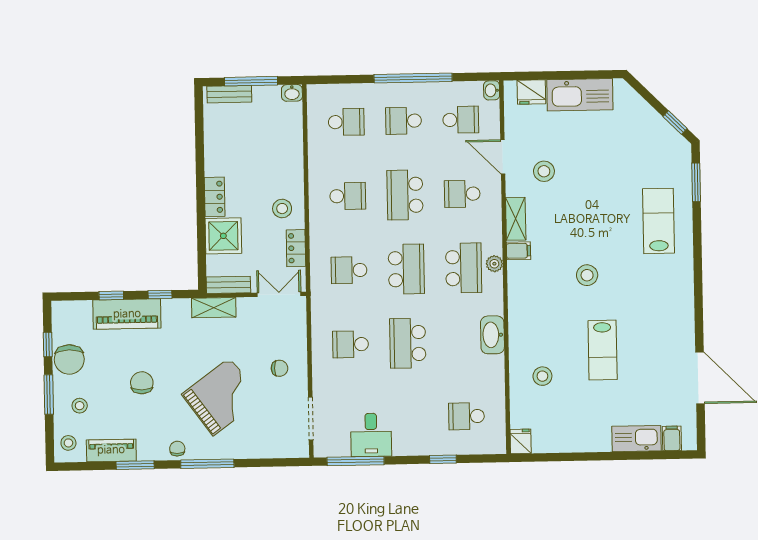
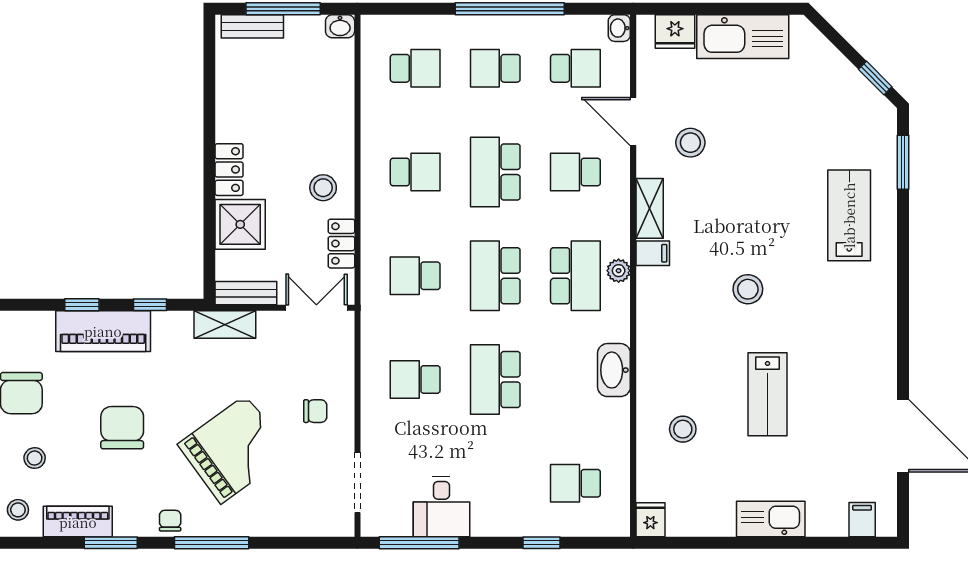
school desk: (406, 269) -> (495, 276), turned 180
chair: (142, 383) -> (122, 428), width x1.37, depth x1.37
kitchen sink: (637, 439) -> (771, 519), moved

